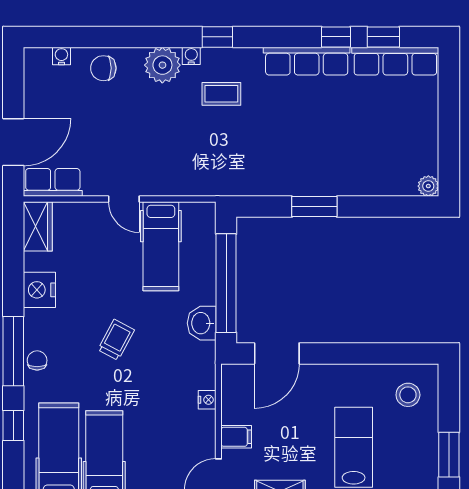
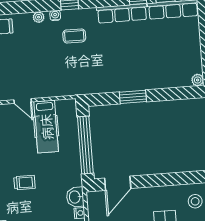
plant: (162, 65) -> (39, 17), width x0.53, depth x0.53
washbasin: (202, 323) -> (75, 197), moved
trolley: (116, 340) -> (24, 183), turned 62

